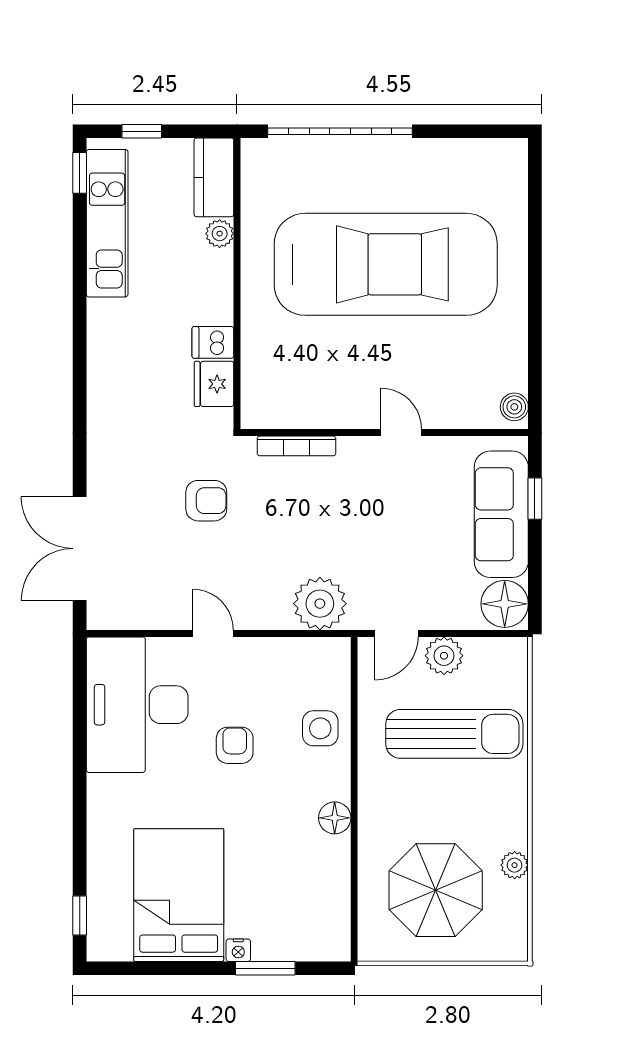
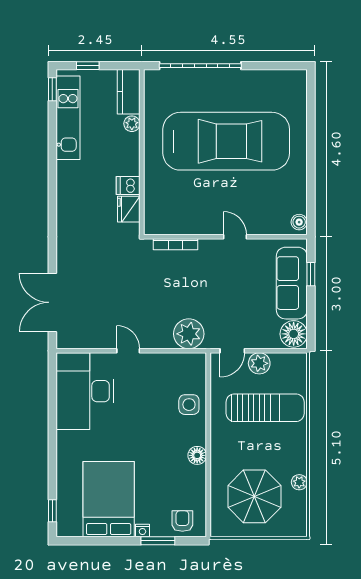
armchair: (206, 501) -> (124, 275), removed
armchair: (235, 745) -> (182, 521), moved

